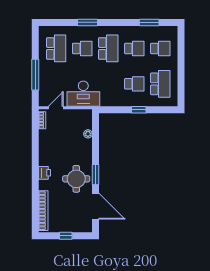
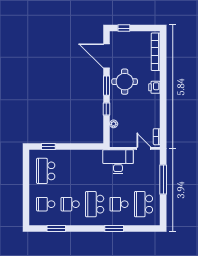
school desk: (134, 84) -> (70, 171), removed
door: (56, 108) -> (144, 148), swing flipped
window: (139, 110) -> (48, 146), moved
window: (96, 150) -> (106, 109), added
window: (66, 236) -> (124, 28), moved

